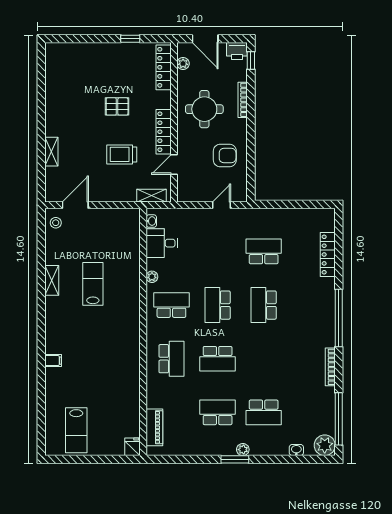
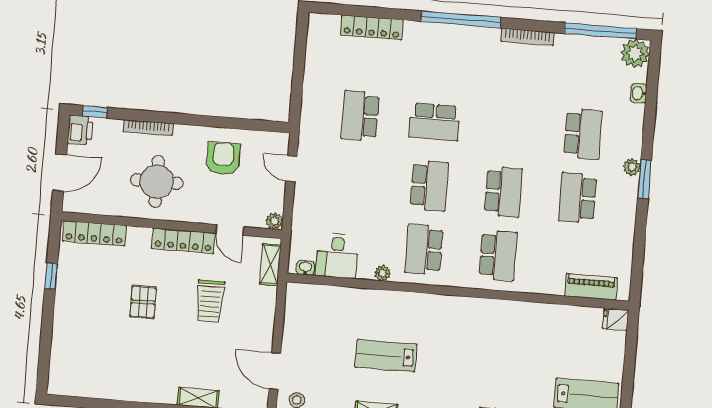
plant: (183, 63) -> (275, 221), moved
school desk: (218, 305) -> (429, 186), turned -90
school desk: (171, 359) -> (498, 255), turned 90

